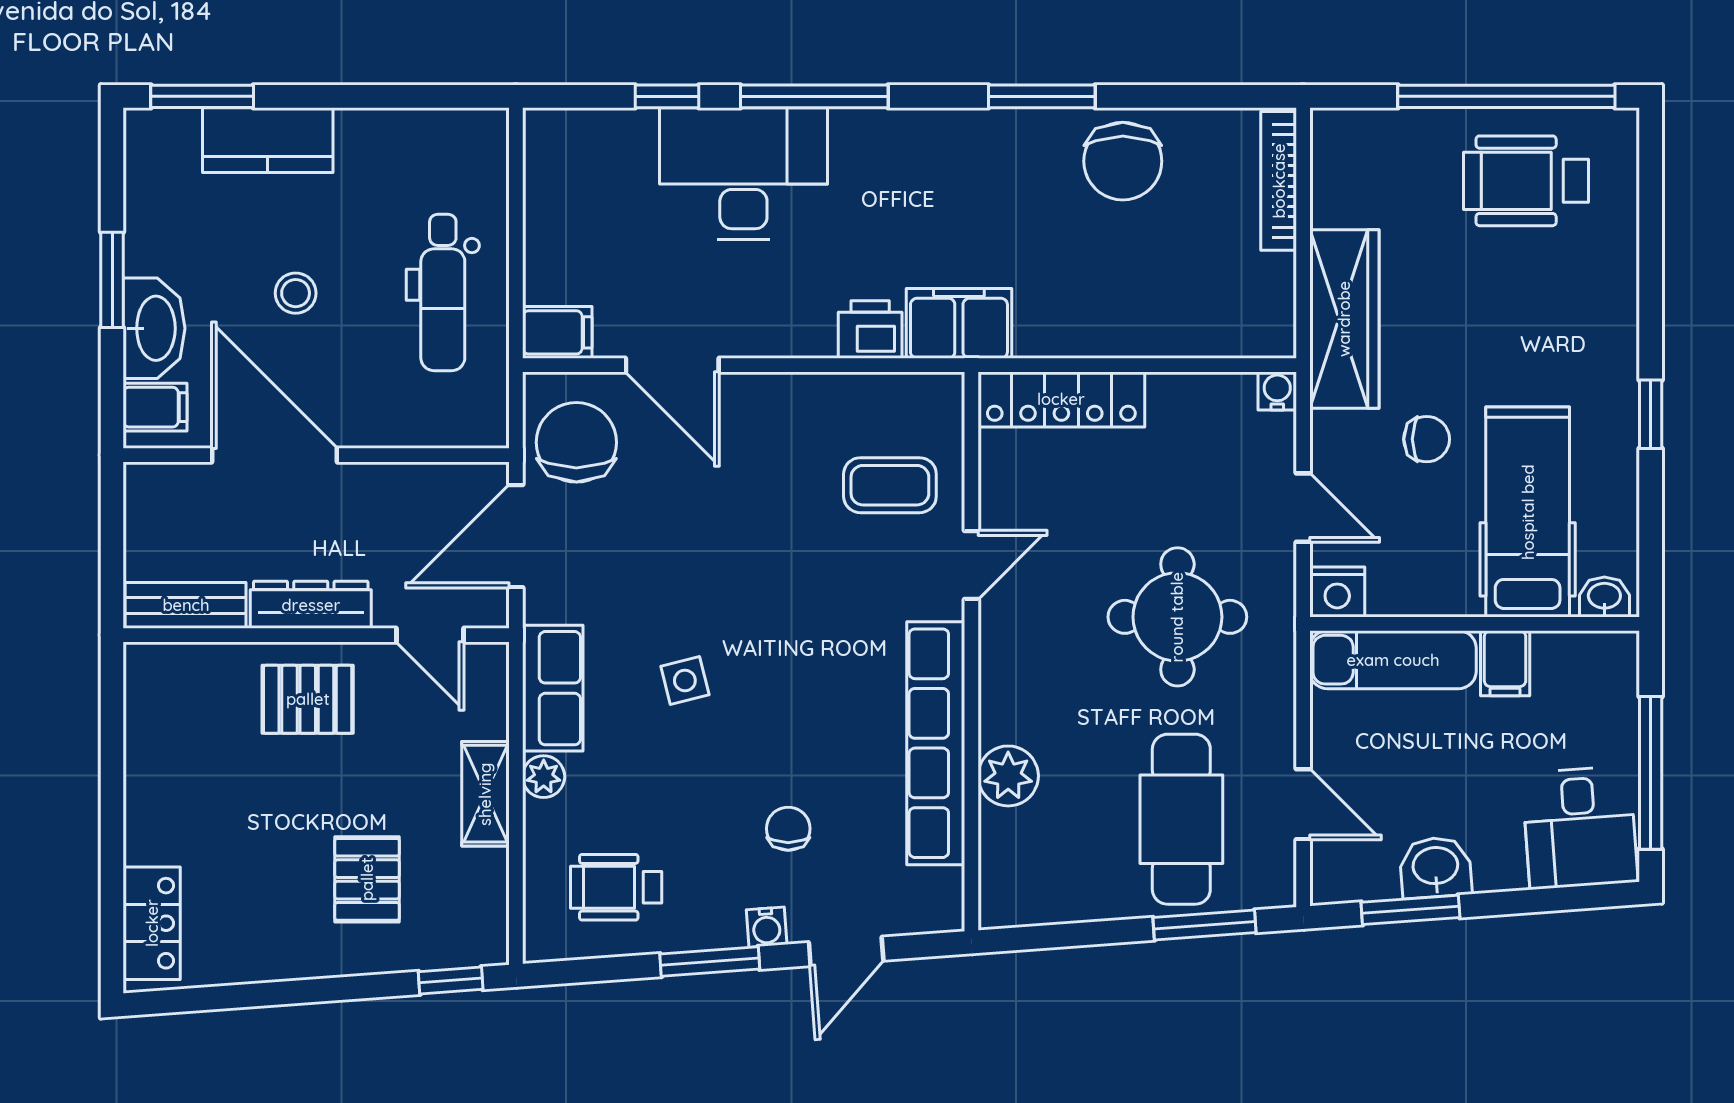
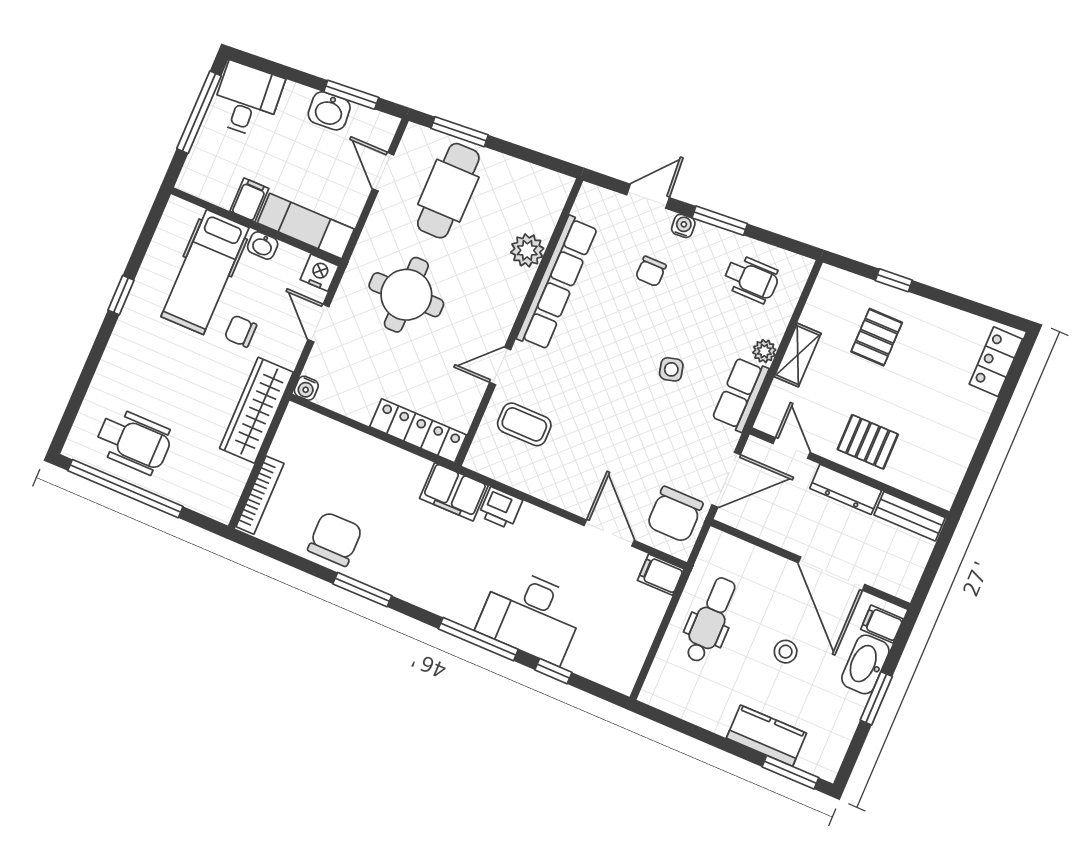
washbasin: (1604, 597) -> (263, 245), moved
window: (451, 981) -> (894, 280), moved

